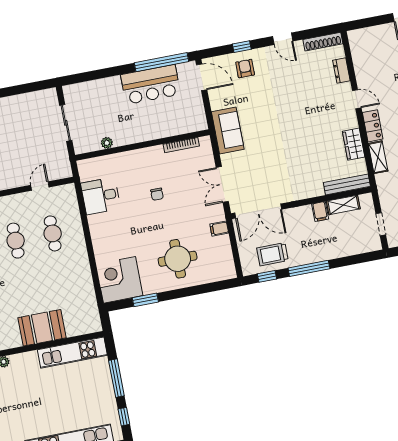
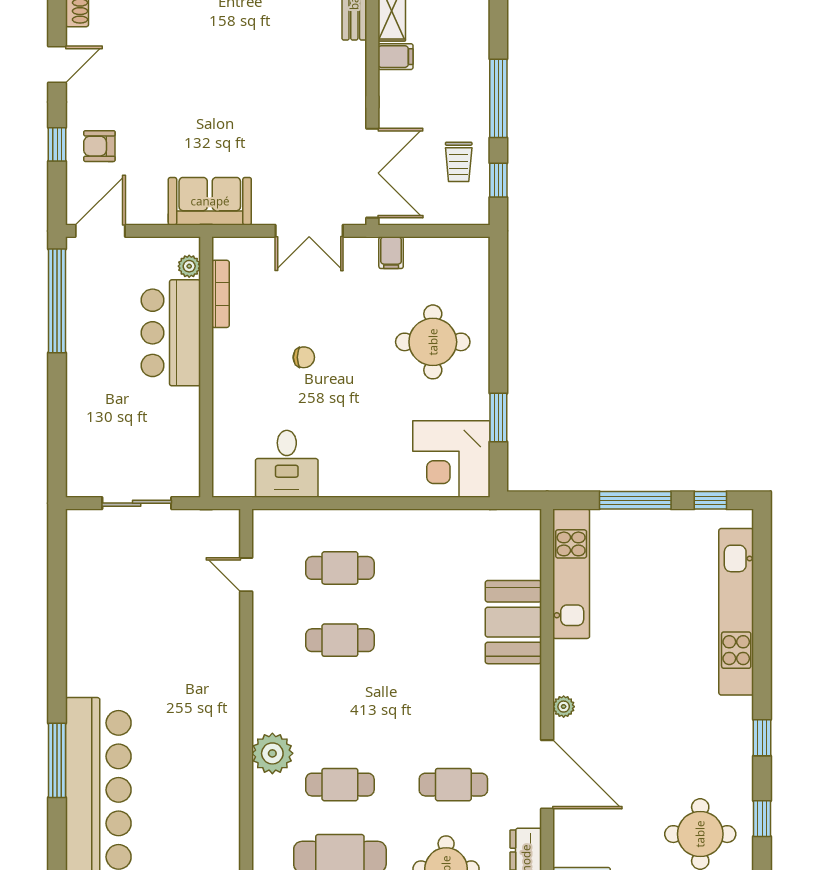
bar counter: (151, 84) -> (171, 333), moved, turned 180
plant: (107, 143) -> (189, 266), moved
trolley: (272, 254) -> (459, 162), width x0.73, depth x0.72

